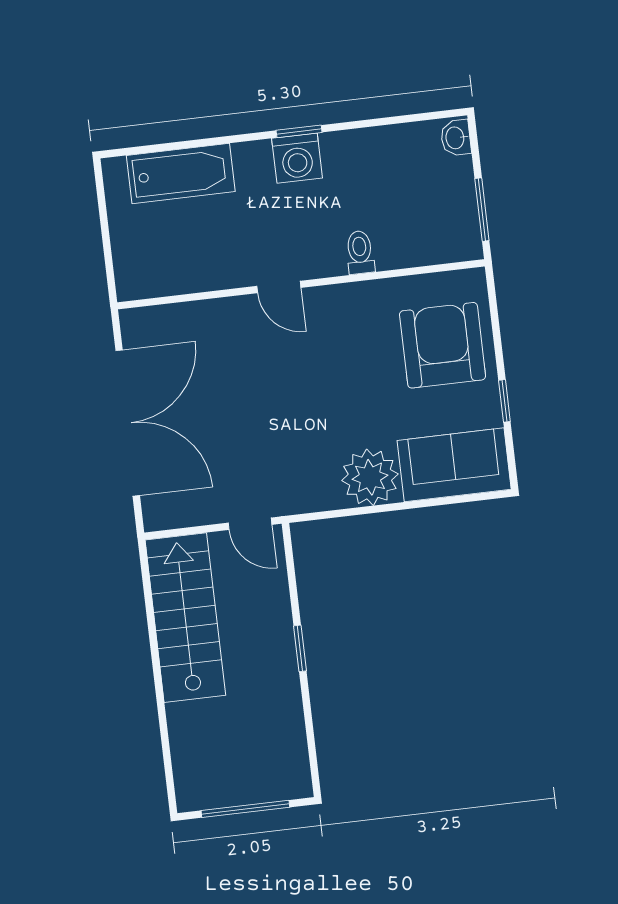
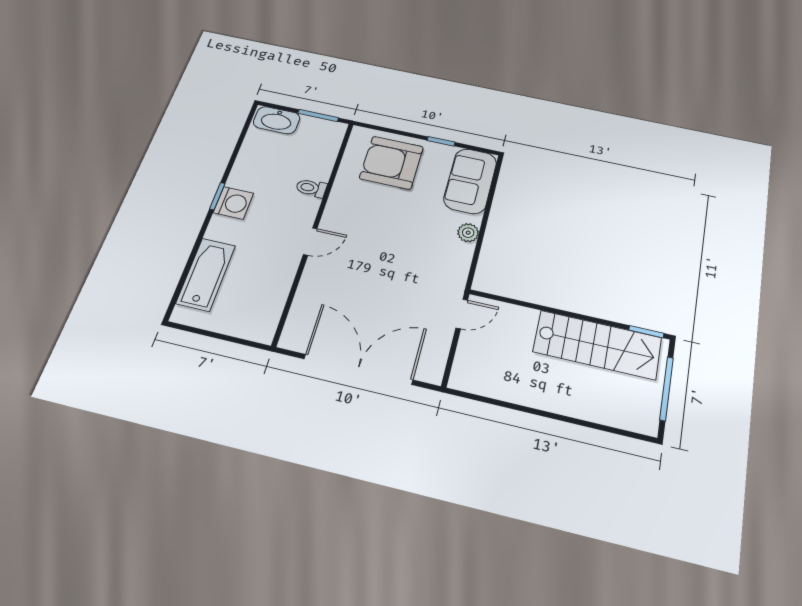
washbasin: (456, 138) -> (277, 120), width x1.91, depth x1.45
plant: (370, 477) -> (468, 233), width x0.53, depth x0.53
stairs: (185, 618) -> (597, 345), moved, turned 180
window: (300, 648) -> (646, 332), moved

